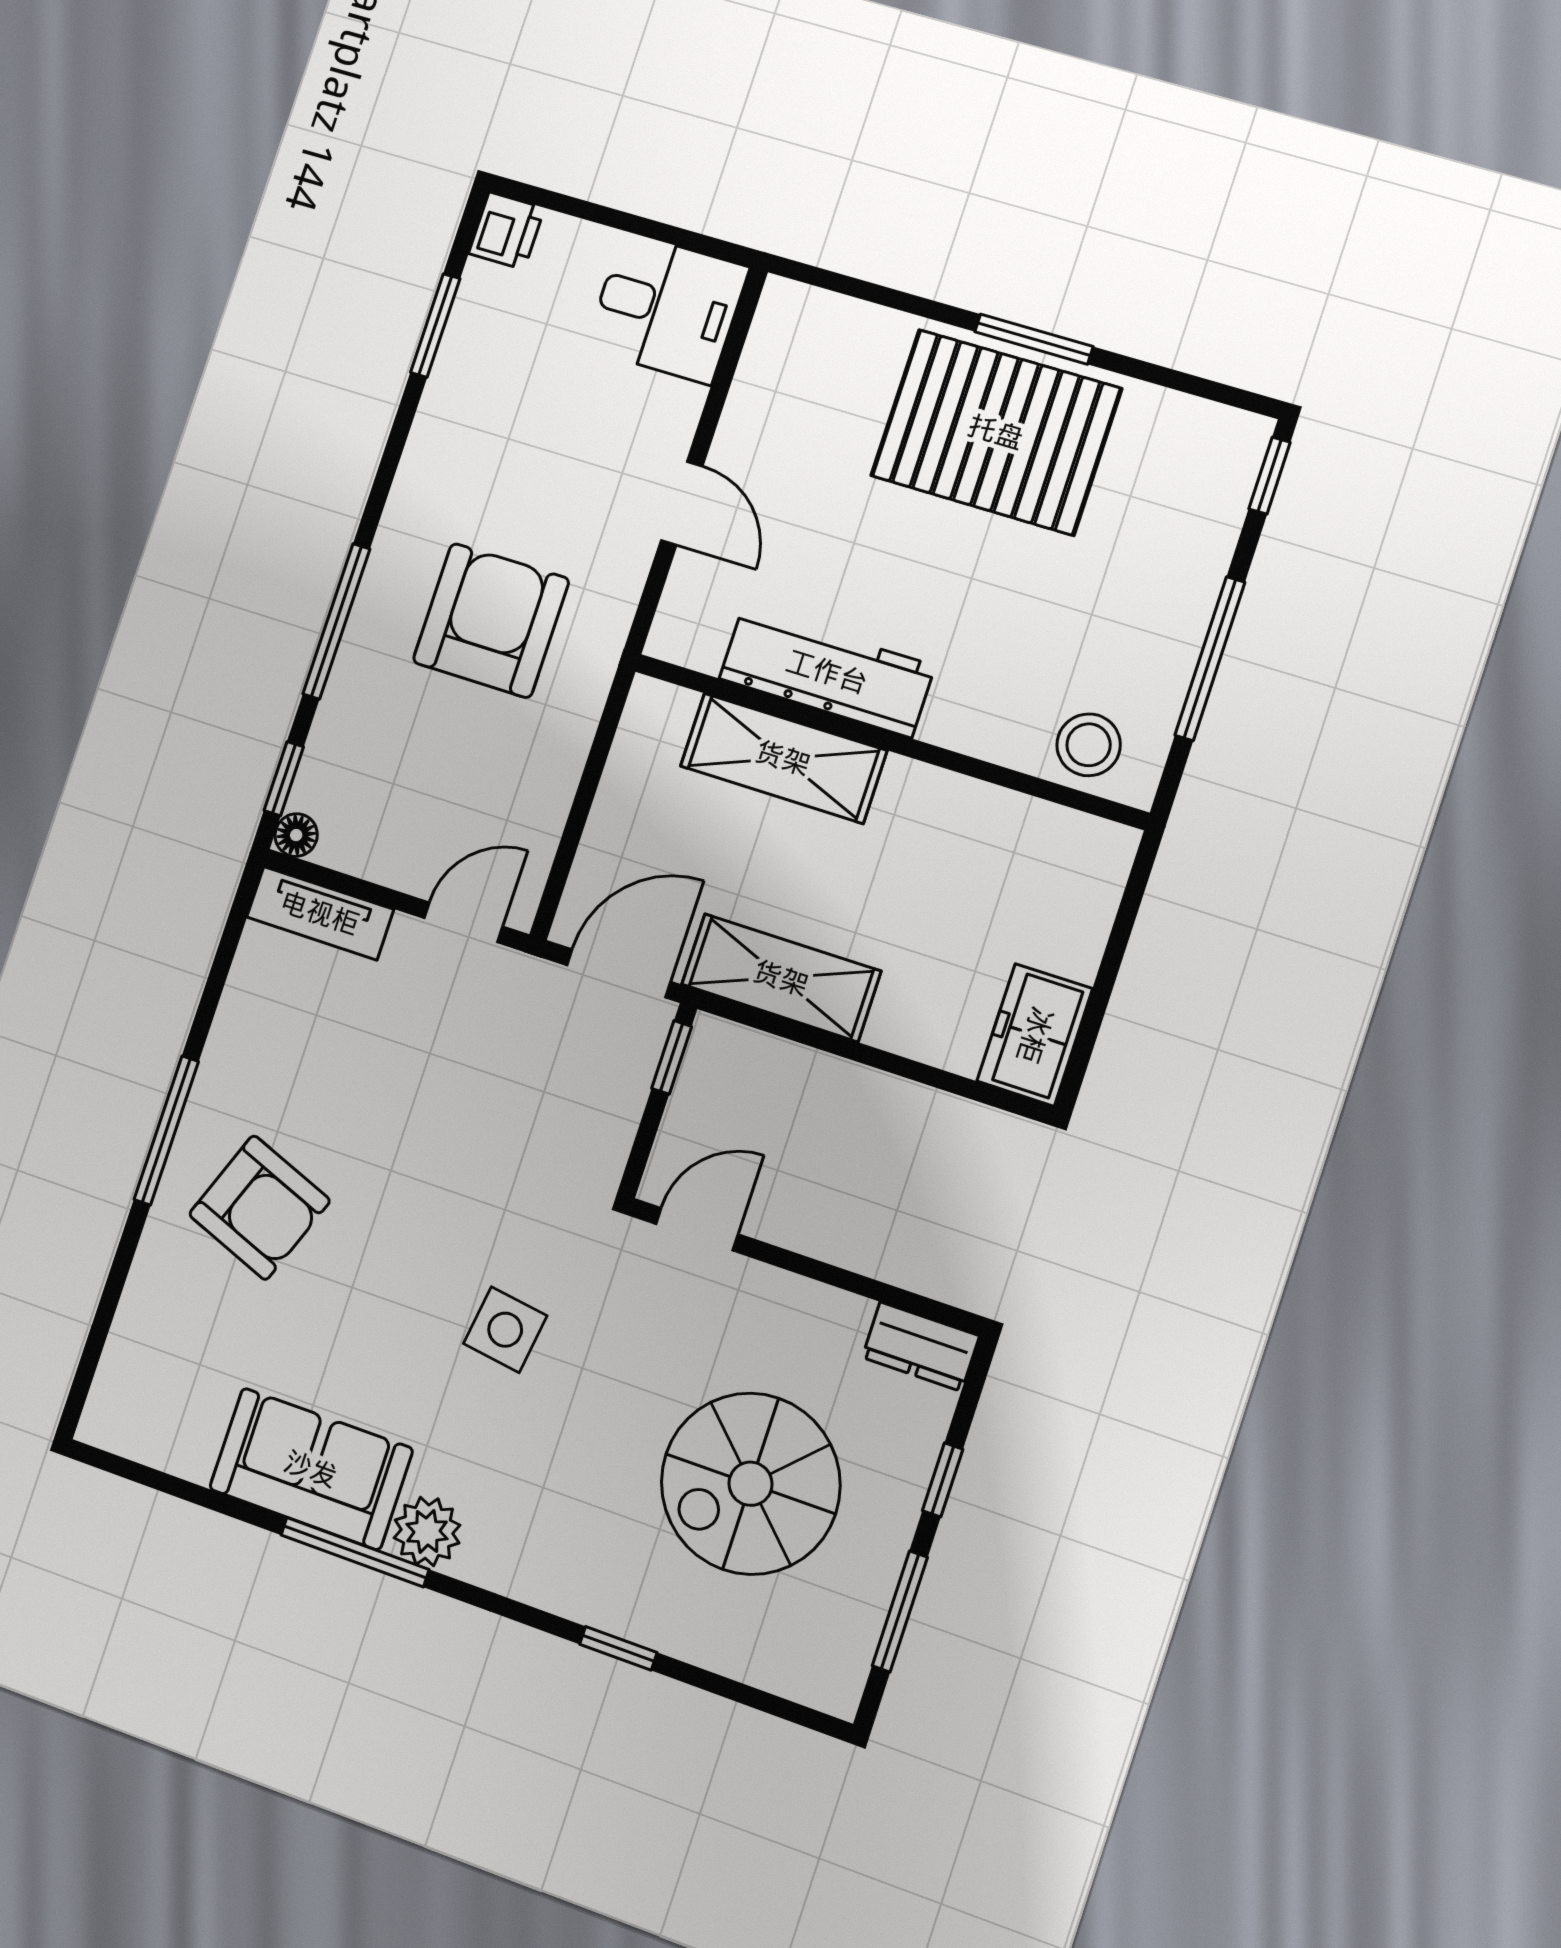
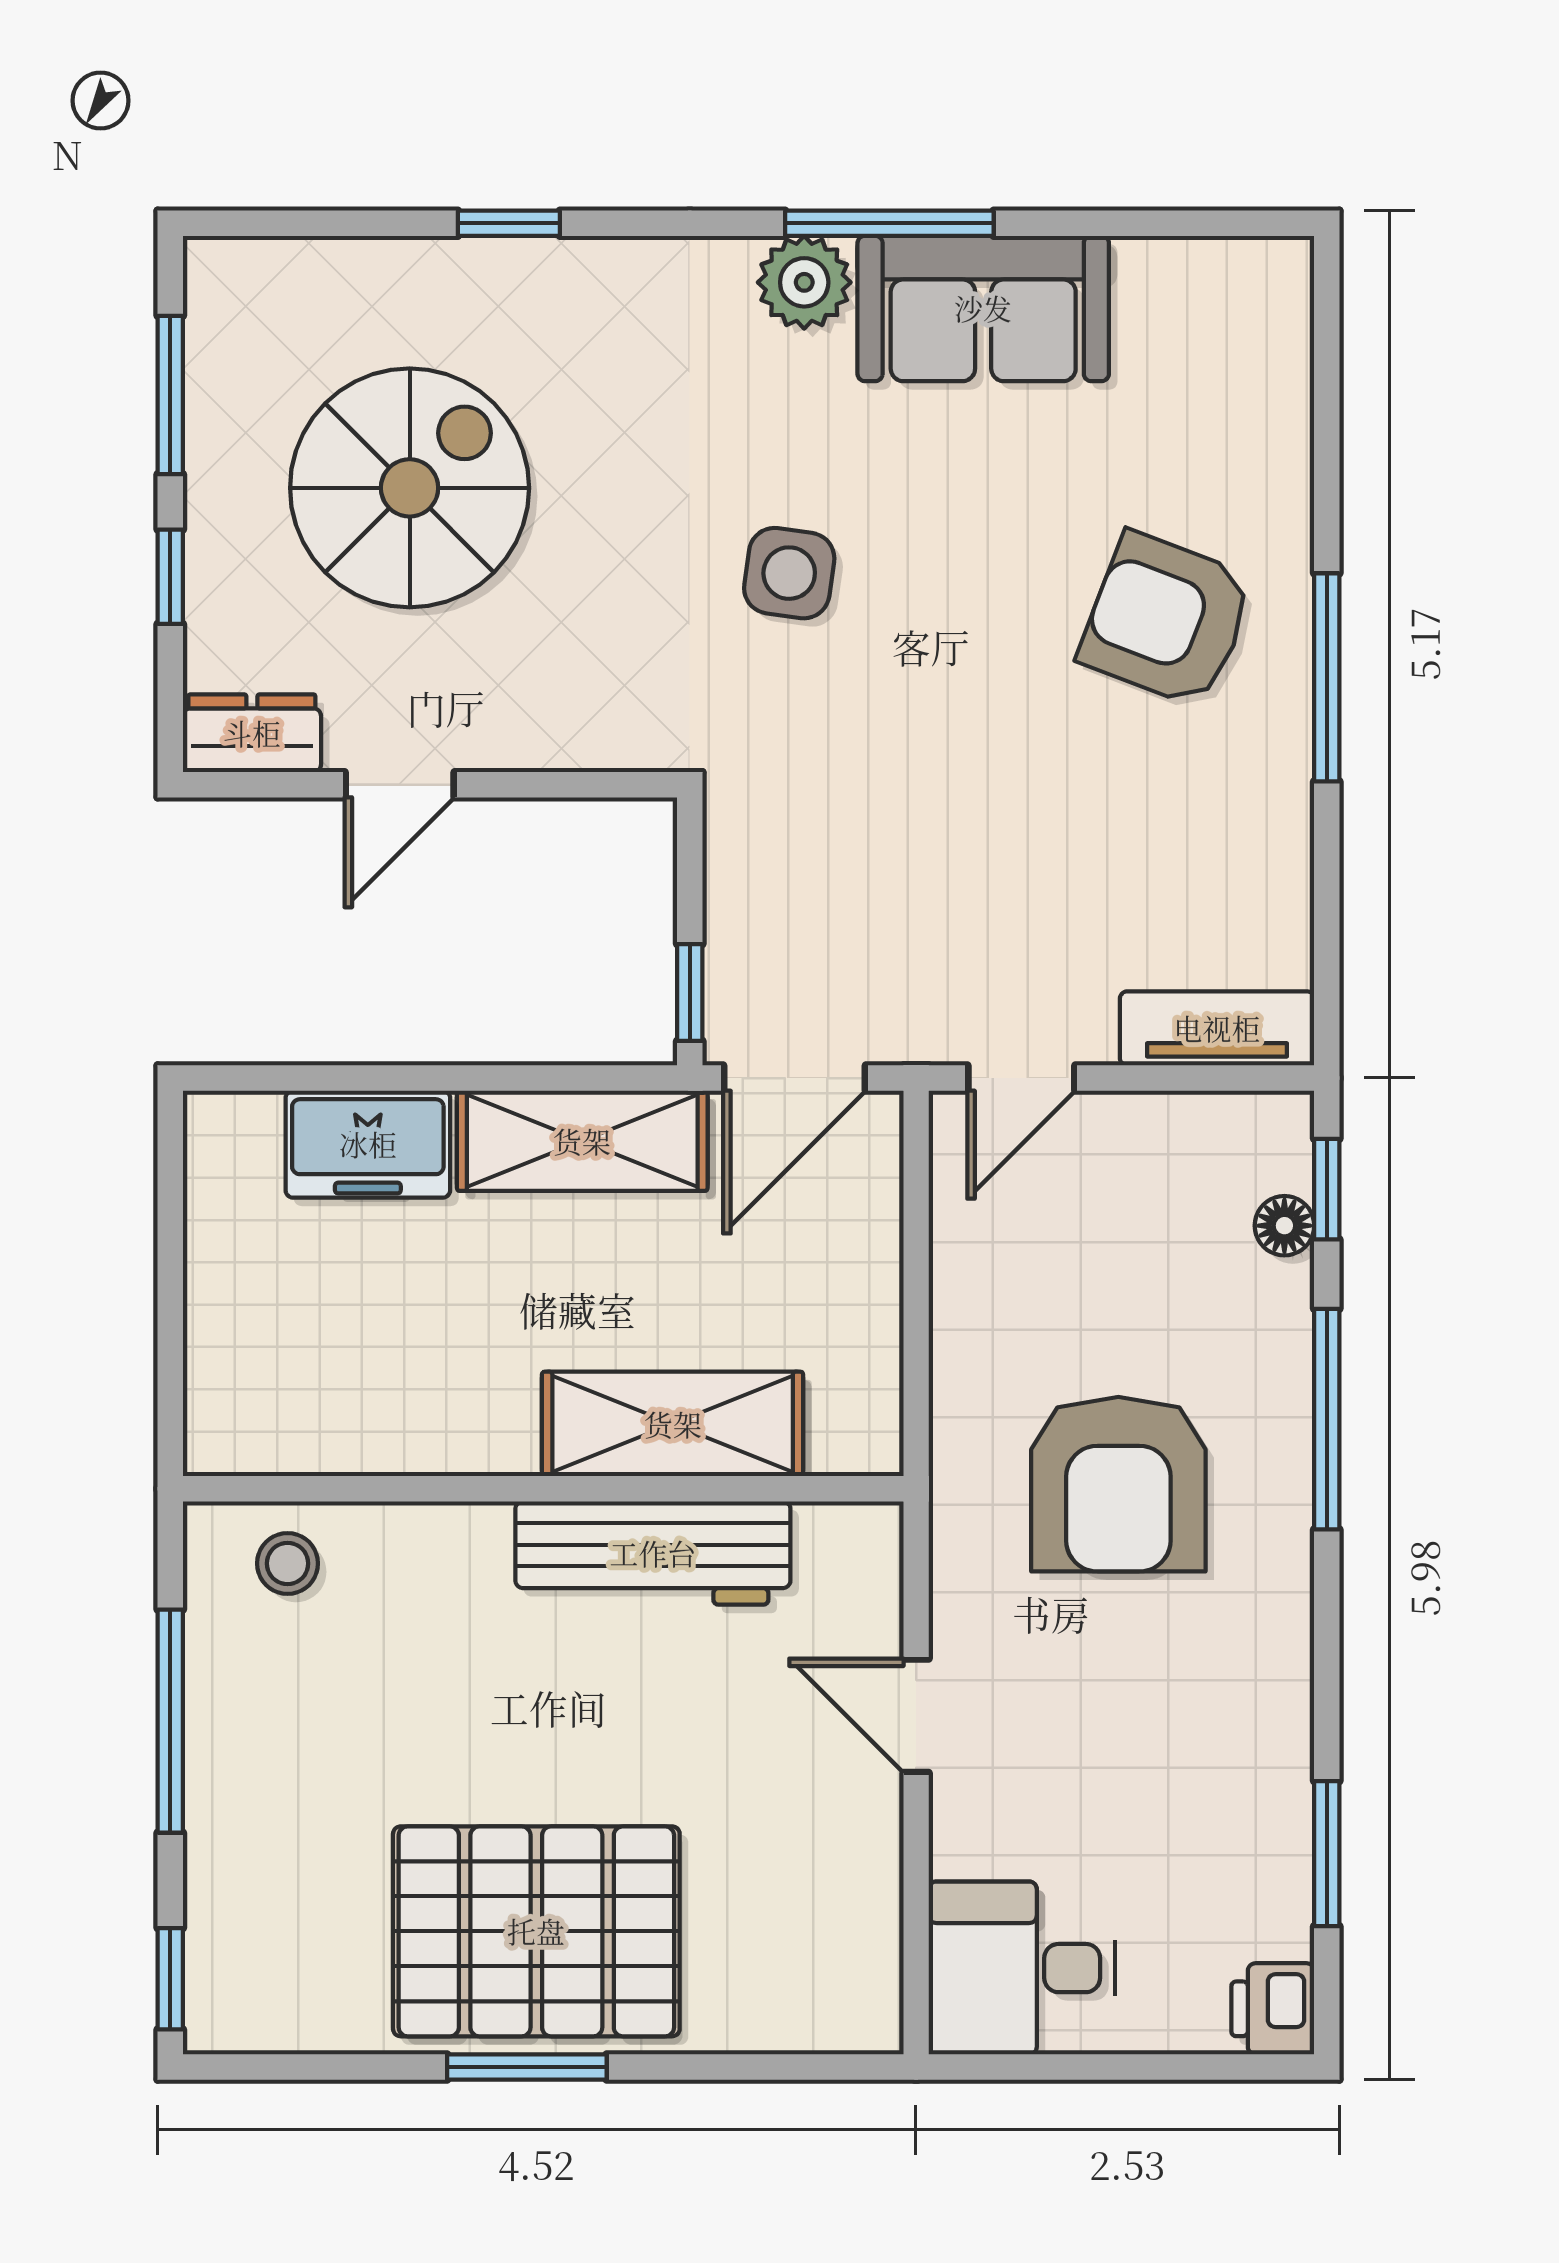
stool: (1089, 745) -> (288, 1563), width x0.73, depth x0.73
floor lamp: (296, 835) -> (1284, 1226), moved
freezer: (1035, 1035) -> (368, 1144), moved, turned 90
door: (697, 1229) -> (400, 785), moved

